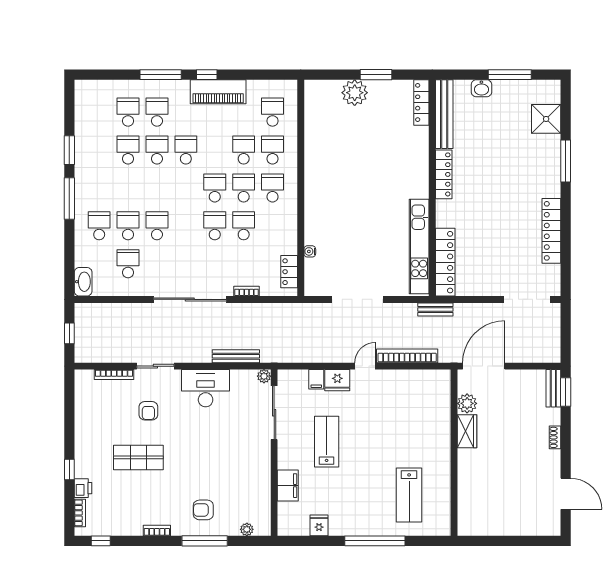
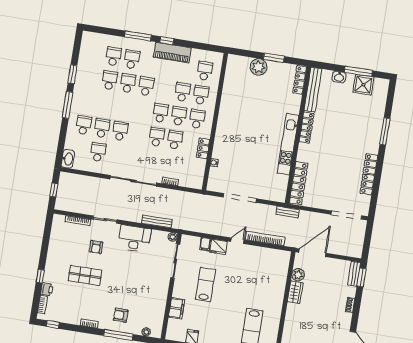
shower: (546, 119) -> (363, 85), moved
kitchen unit: (419, 247) -> (288, 144), moved
locker: (289, 272) -> (203, 148), moved

